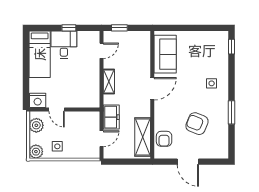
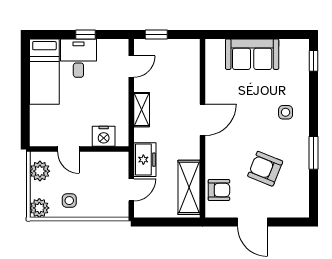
sofa: (165, 54) -> (252, 54), moved, turned 90
nightstand: (38, 100) -> (104, 136), moved
armchair: (164, 139) -> (219, 190), turned -90

